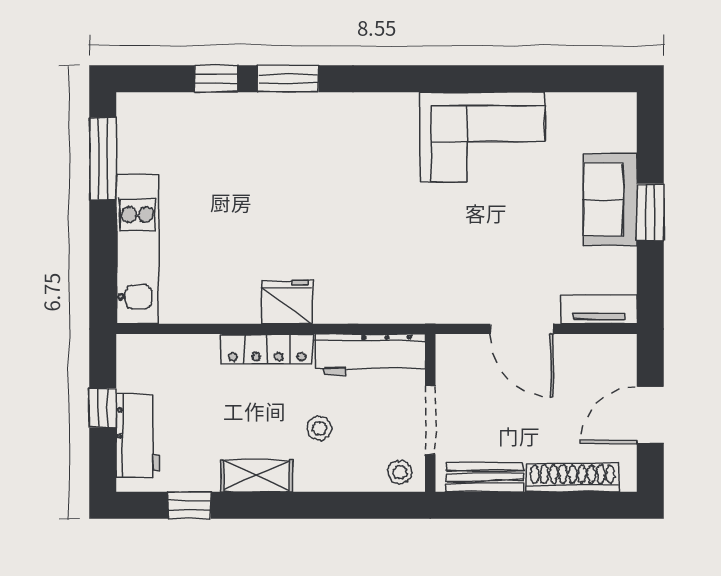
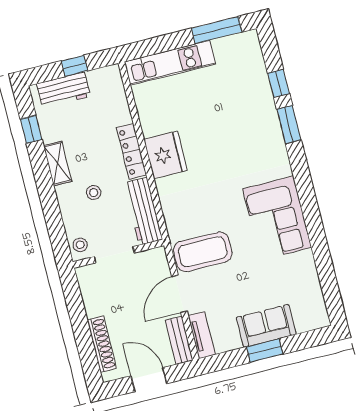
corner sofa: (482, 137) -> (277, 218), moved
coffee table: (462, 273) -> (203, 252), added
fridge: (287, 302) -> (166, 155), width x1.36, depth x1.34
bench: (485, 477) -> (179, 340), moved

